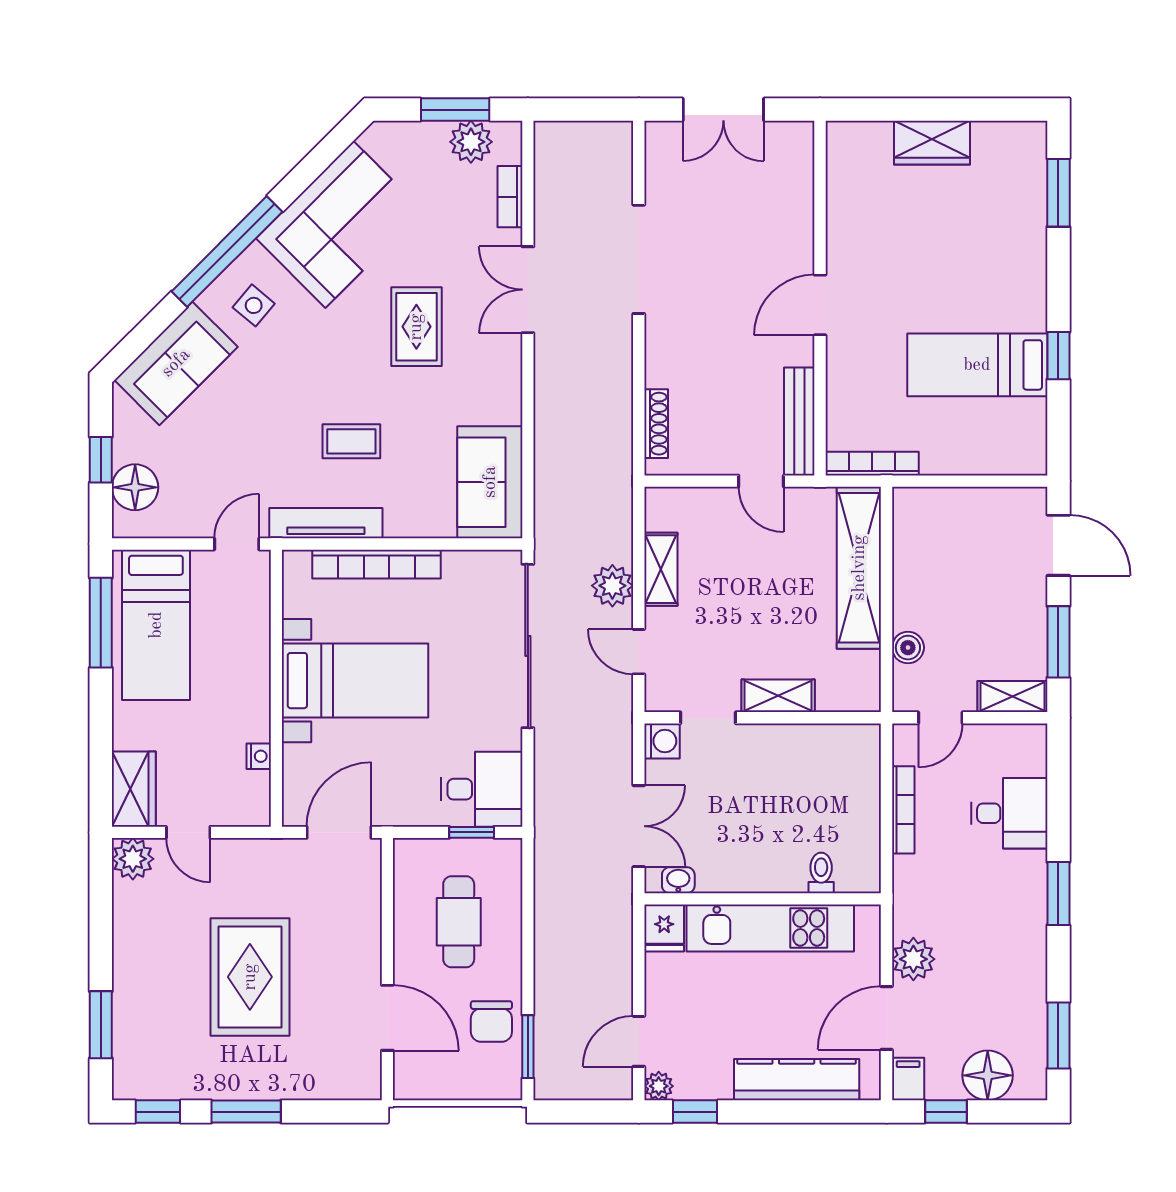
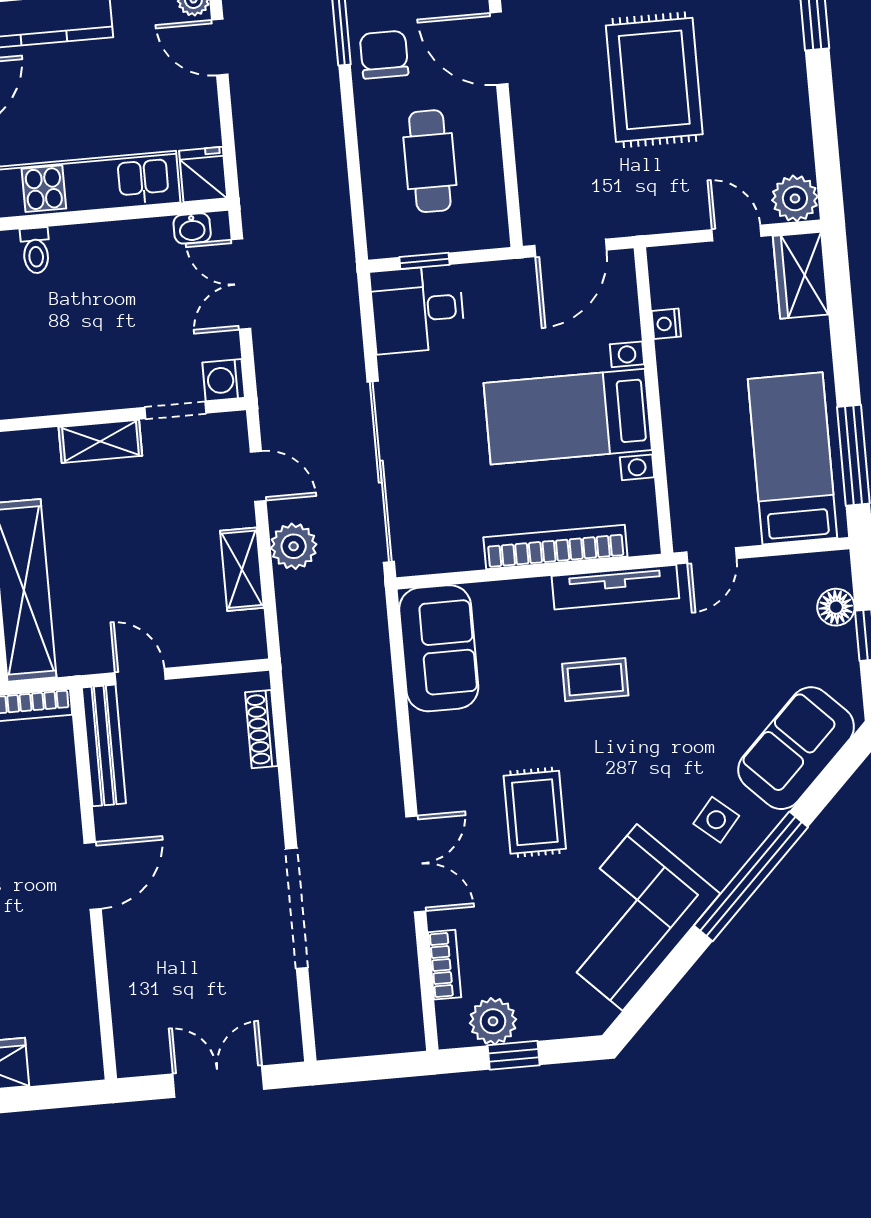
window: (455, 110) -> (514, 1055), width x0.67
floor lamp: (135, 487) -> (836, 607), width x0.73, depth x0.73
door: (639, 1041) -> (220, 47), swing flipped

